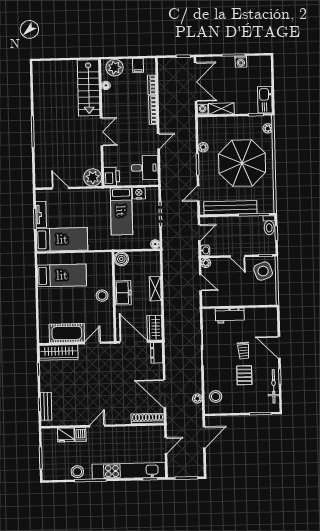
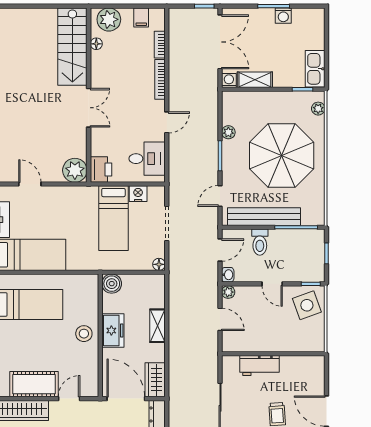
toilet: (269, 225) -> (260, 242), moved

